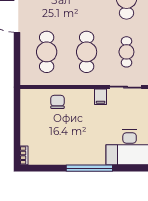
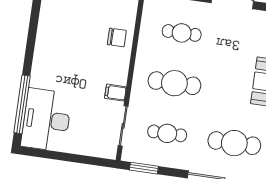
cafe table: (47, 52) -> (182, 33), width x0.73, depth x0.74
window: (89, 168) -> (22, 104), moved

